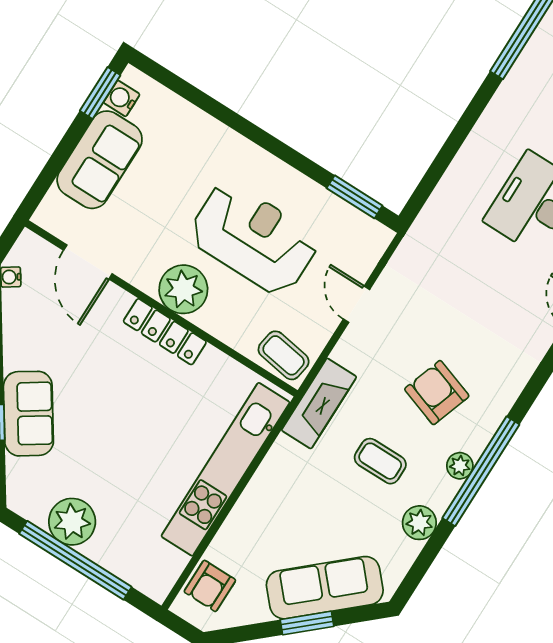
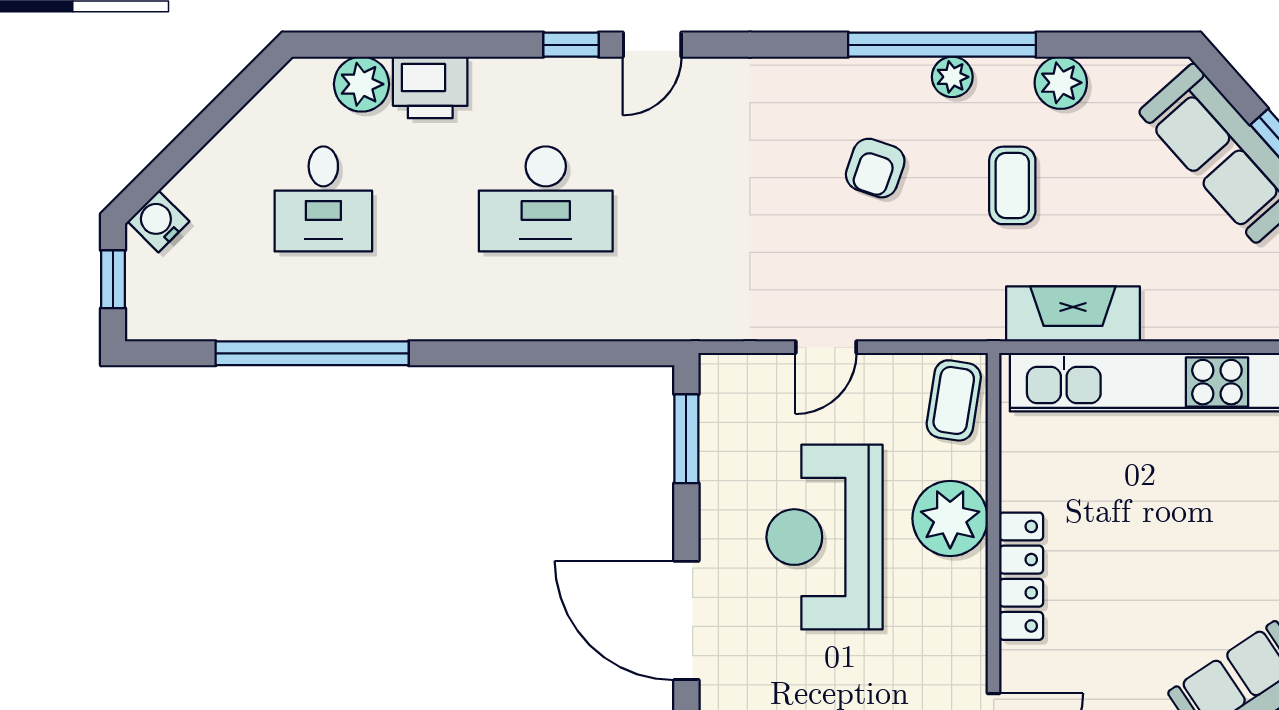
door: (256, 135) -> (686, 620), added
plant: (183, 289) -> (950, 518), moved
armchair: (437, 393) -> (875, 168), width x0.72, depth x0.72
fireplace: (319, 403) -> (1073, 314), moved

